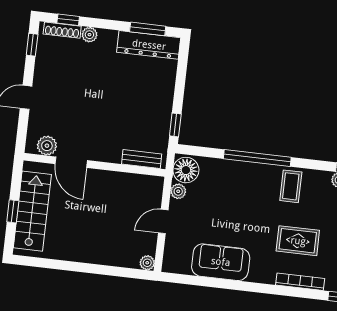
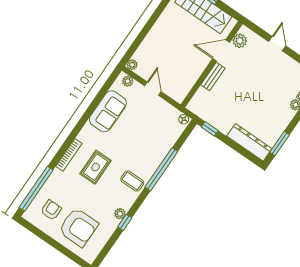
dresser: (149, 45) -> (249, 142), moved, turned 90
bench: (142, 159) -> (213, 76), moved
floor lamp: (186, 170) -> (184, 119), width x0.53, depth x0.53
plant: (178, 191) -> (128, 81), moved

